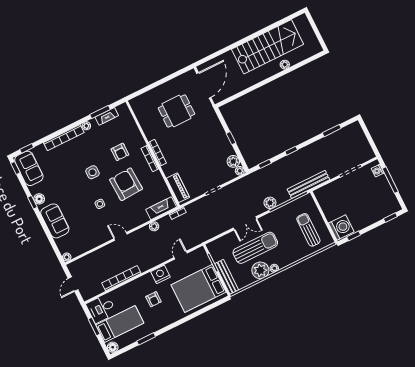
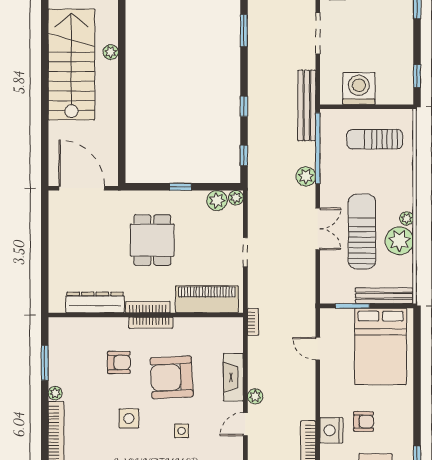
dining table: (177, 111) -> (152, 240), moved
fireplace: (107, 116) -> (56, 356), removed
dresser: (146, 123) -> (95, 302), added
piano: (178, 188) -> (207, 299), width x1.37, depth x1.33
fireplace: (161, 208) -> (233, 377), moved
plant: (154, 226) -> (255, 396), moved
washing machine: (341, 227) -> (359, 88), moved
nightstand: (160, 274) -> (331, 430), moved

